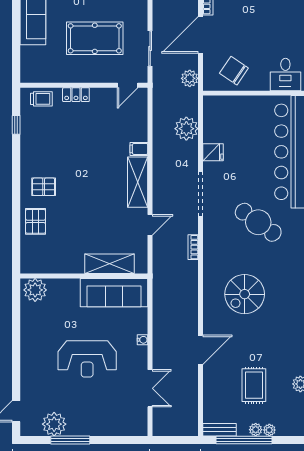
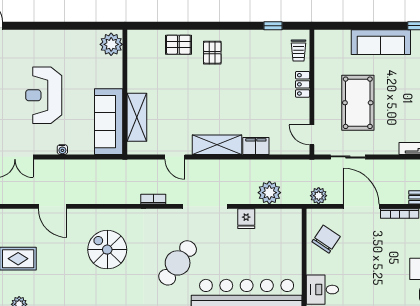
filing cabinet: (139, 149) -> (256, 146), width x2.00

